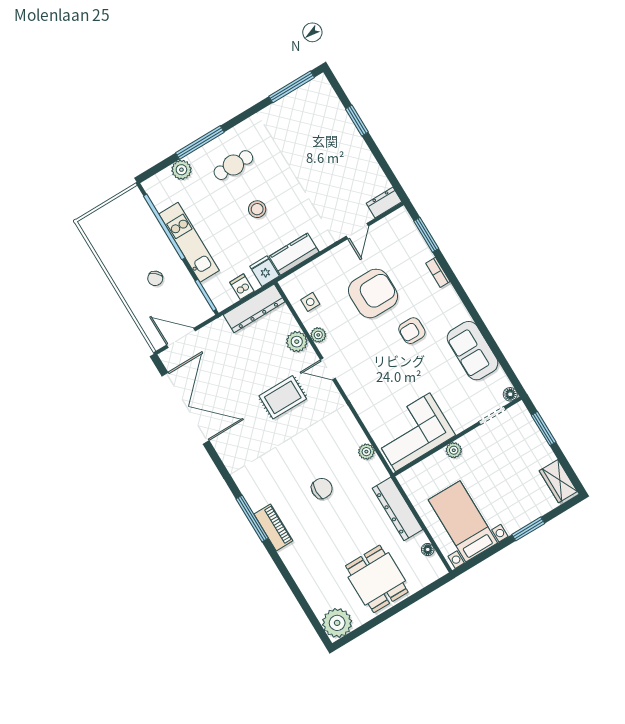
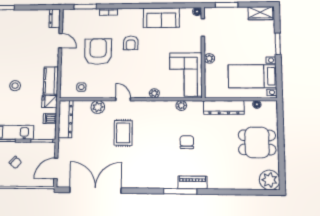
plant: (318, 335) -> (154, 93), moved
door: (328, 369) -> (123, 99), swing flipped

